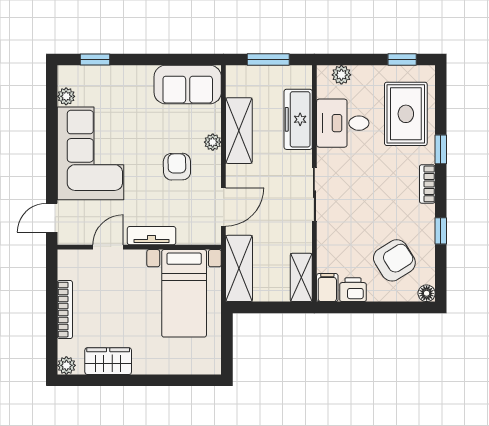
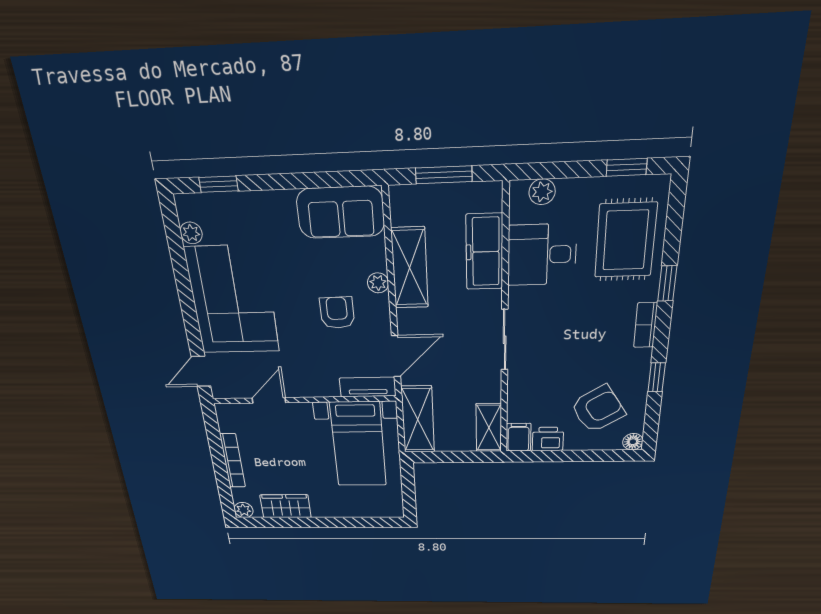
tv unit: (152, 236) -> (368, 387), moved

